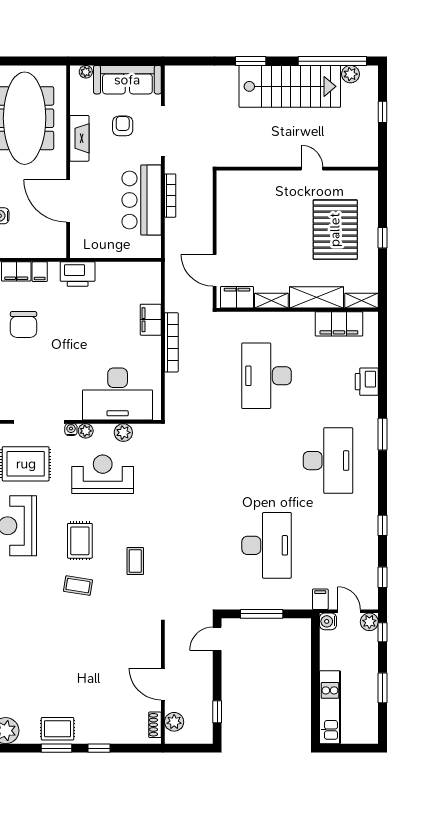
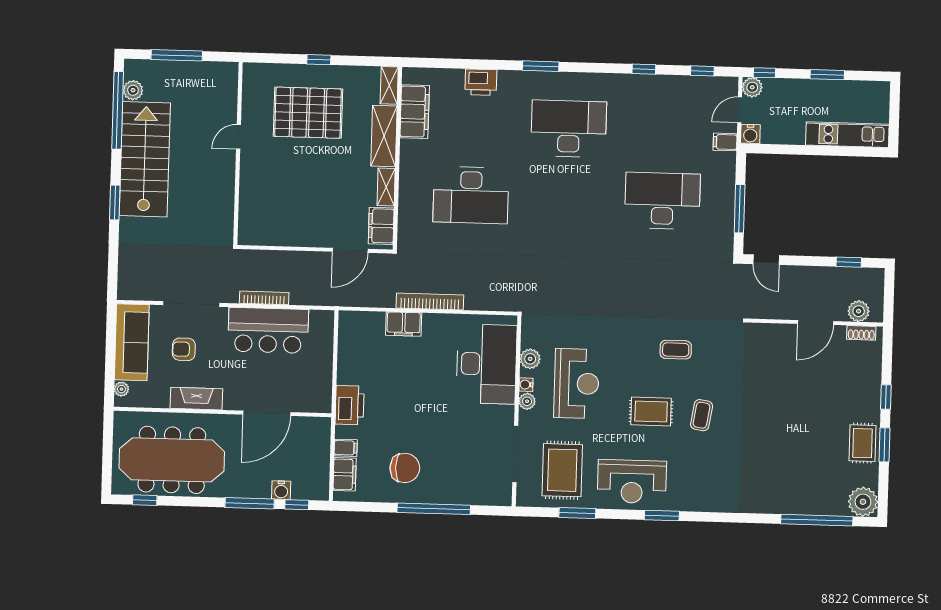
window: (382, 112) -> (177, 55), width x2.17
water cooler: (71, 430) -> (526, 385), moved
reception desk: (103, 474) -> (577, 383), turned 180

